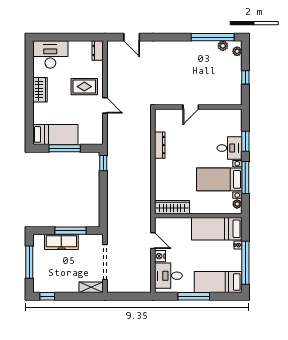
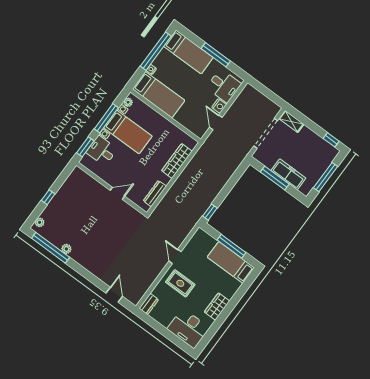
plant: (223, 46) -> (66, 249), moved
door: (191, 107) -> (117, 193), moved
wall: (198, 107) -> (112, 189), moved
wardrobe: (172, 207) -> (177, 161), moved, turned 90

